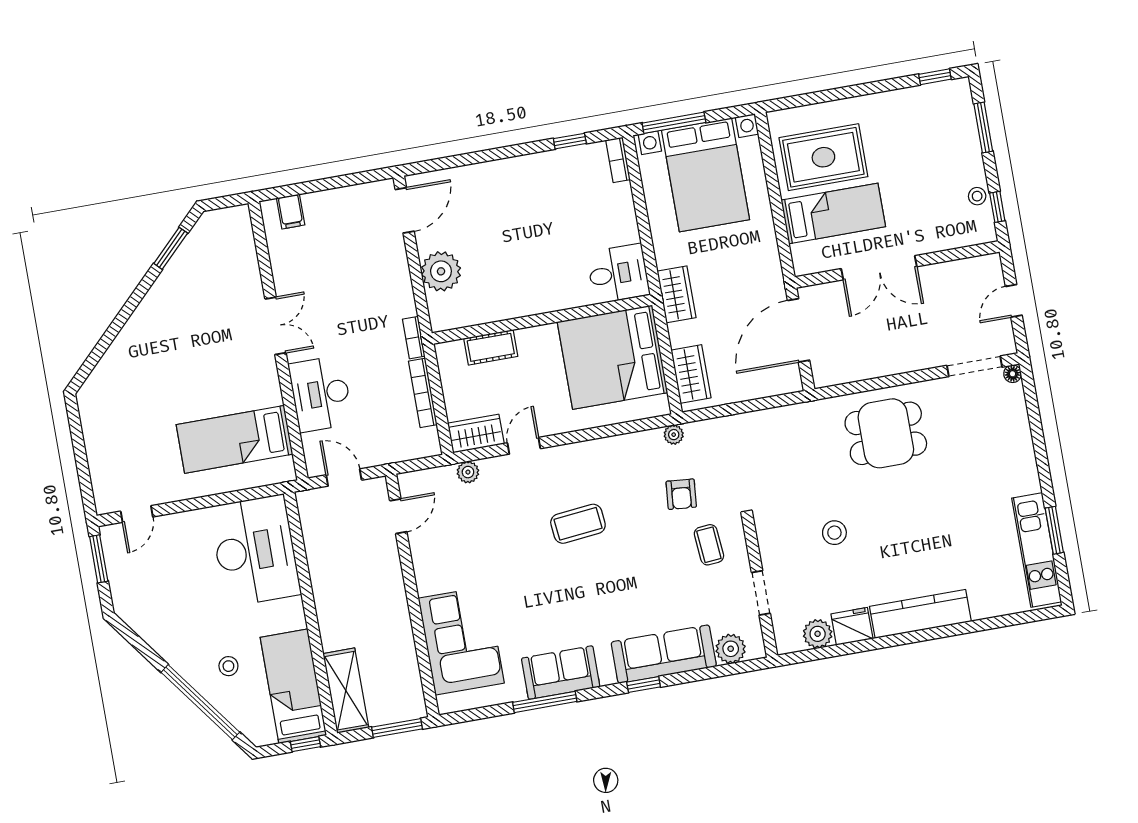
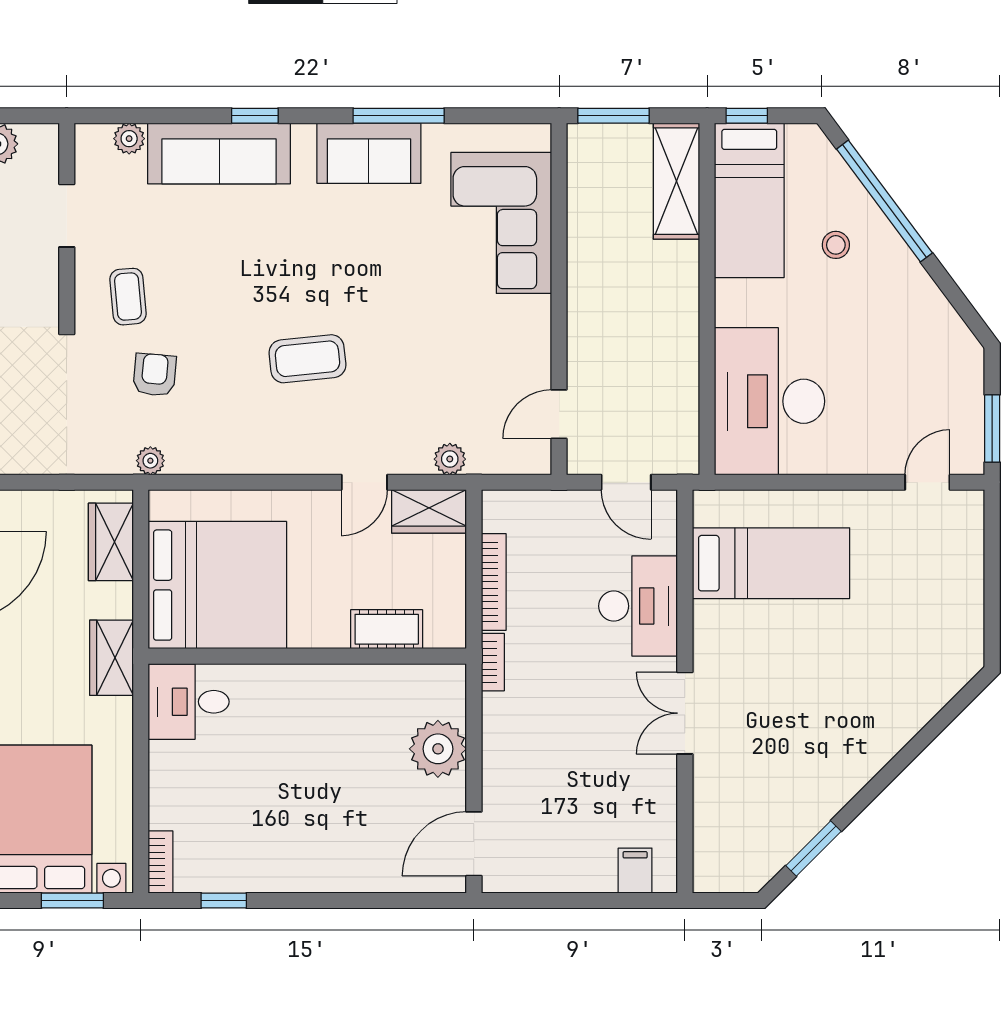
window: (674, 123) -> (72, 900), width x0.69
plant: (731, 649) -> (129, 139), width x0.73, depth x0.73

